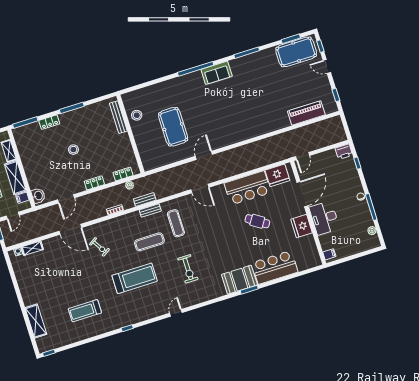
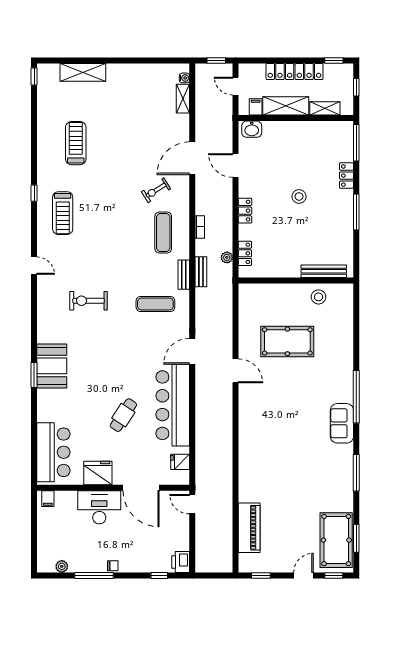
fridge: (277, 175) -> (180, 462), width x0.53, depth x0.75
bar counter: (248, 188) -> (173, 405), width x1.36
exercise mat: (149, 242) -> (163, 232), moved
bar counter: (275, 267) -> (53, 452), moved
treadmill: (135, 278) -> (63, 213), moved, width x0.73, depth x0.73

